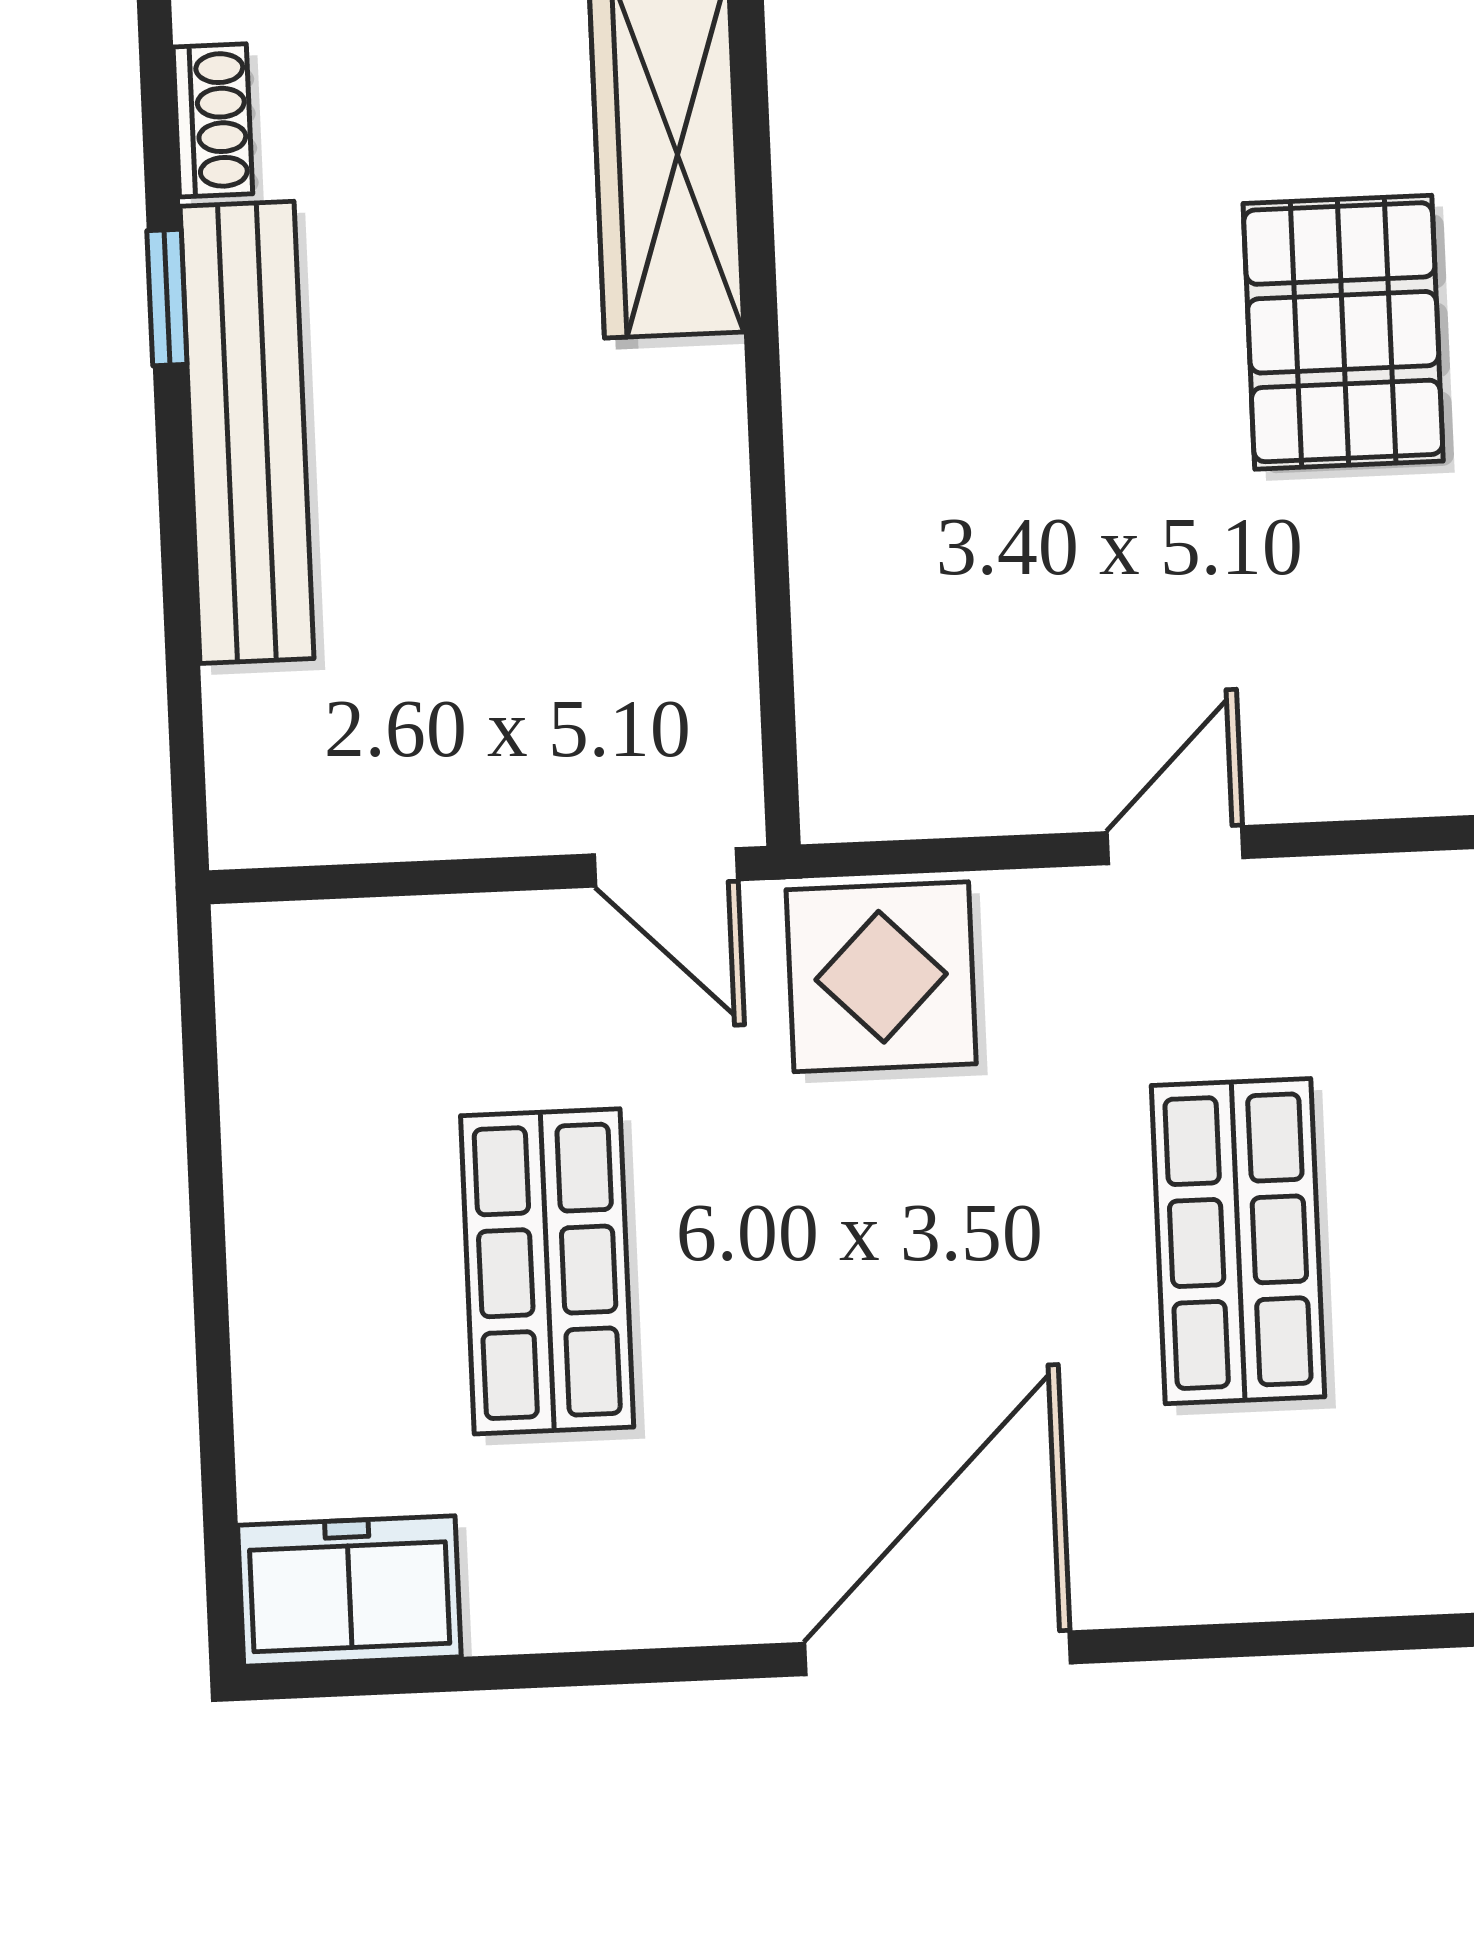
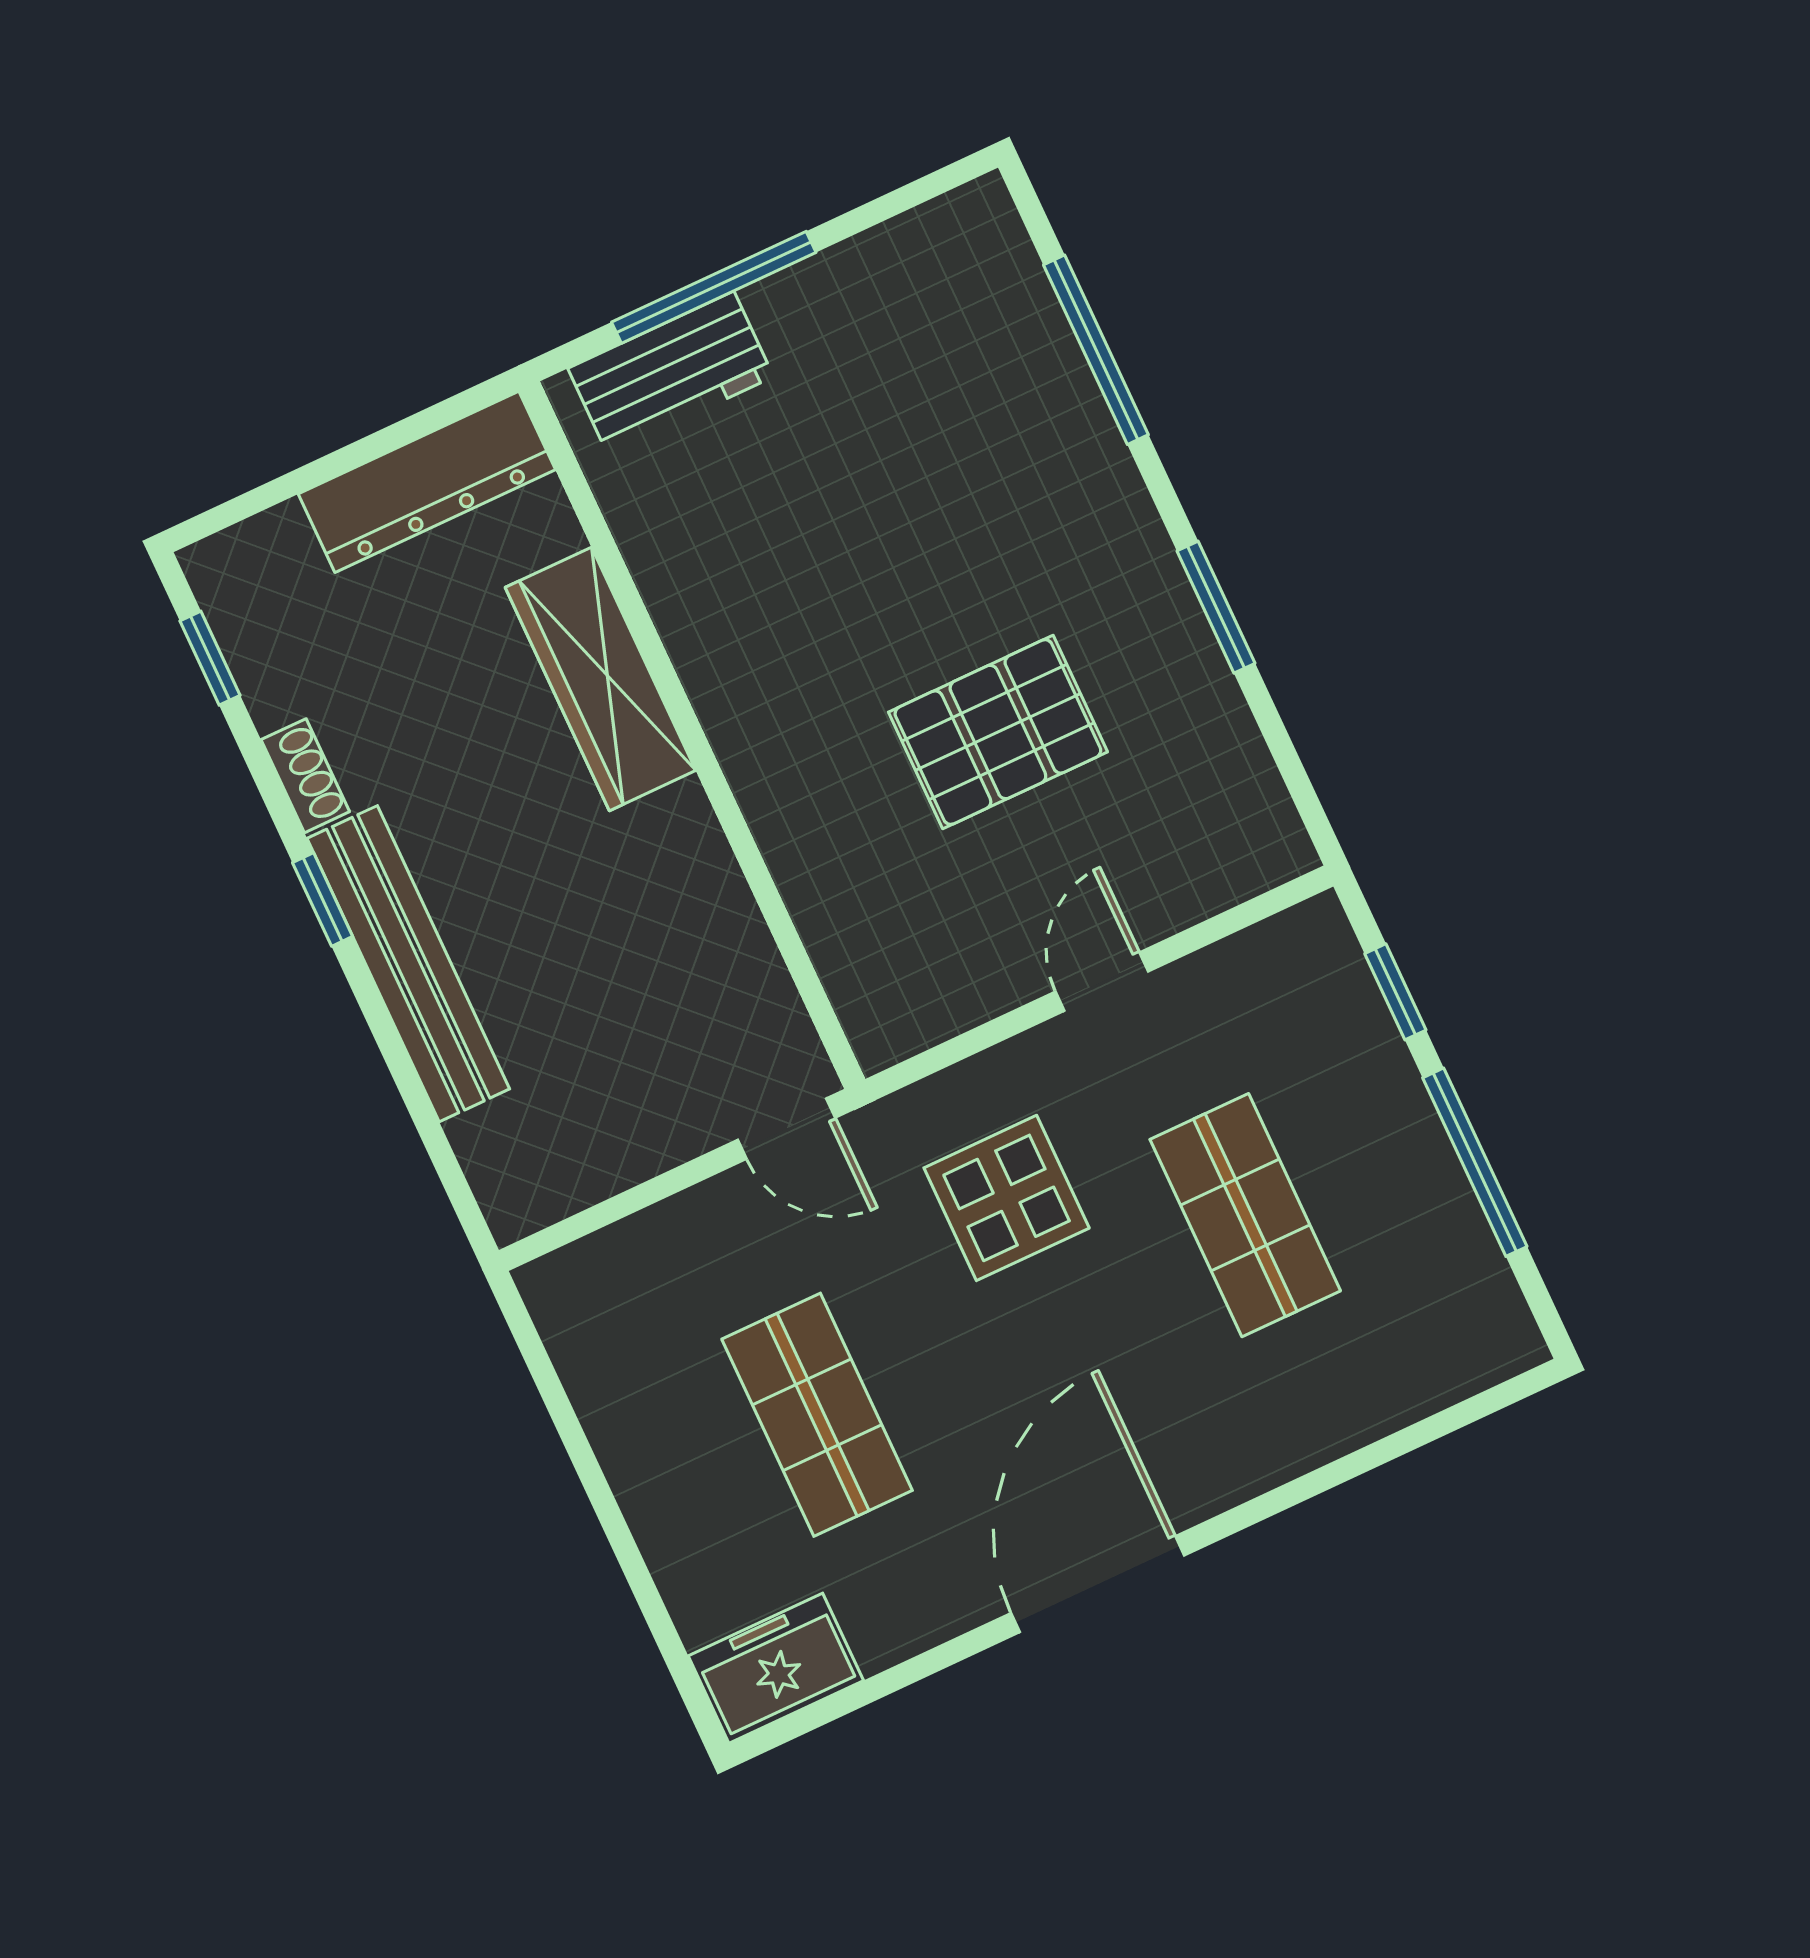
pallet: (1343, 332) -> (998, 732), moved, turned 90
display table: (881, 977) -> (1007, 1198), moved
door: (938, 1653) -> (1098, 1584), moved

